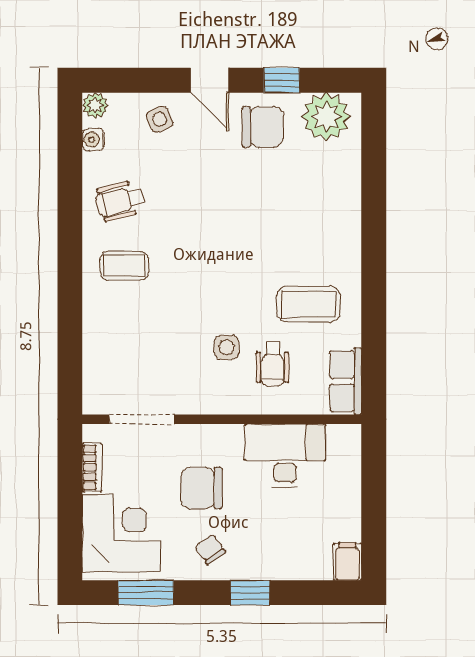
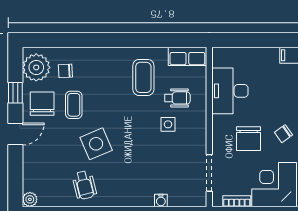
side table: (160, 119) -> (96, 144), moved, width x1.87, depth x1.87
water cooler: (93, 140) -> (161, 200), moved
chair: (320, 168) -> (65, 71), added
coffee table: (124, 266) -> (74, 105), moved

